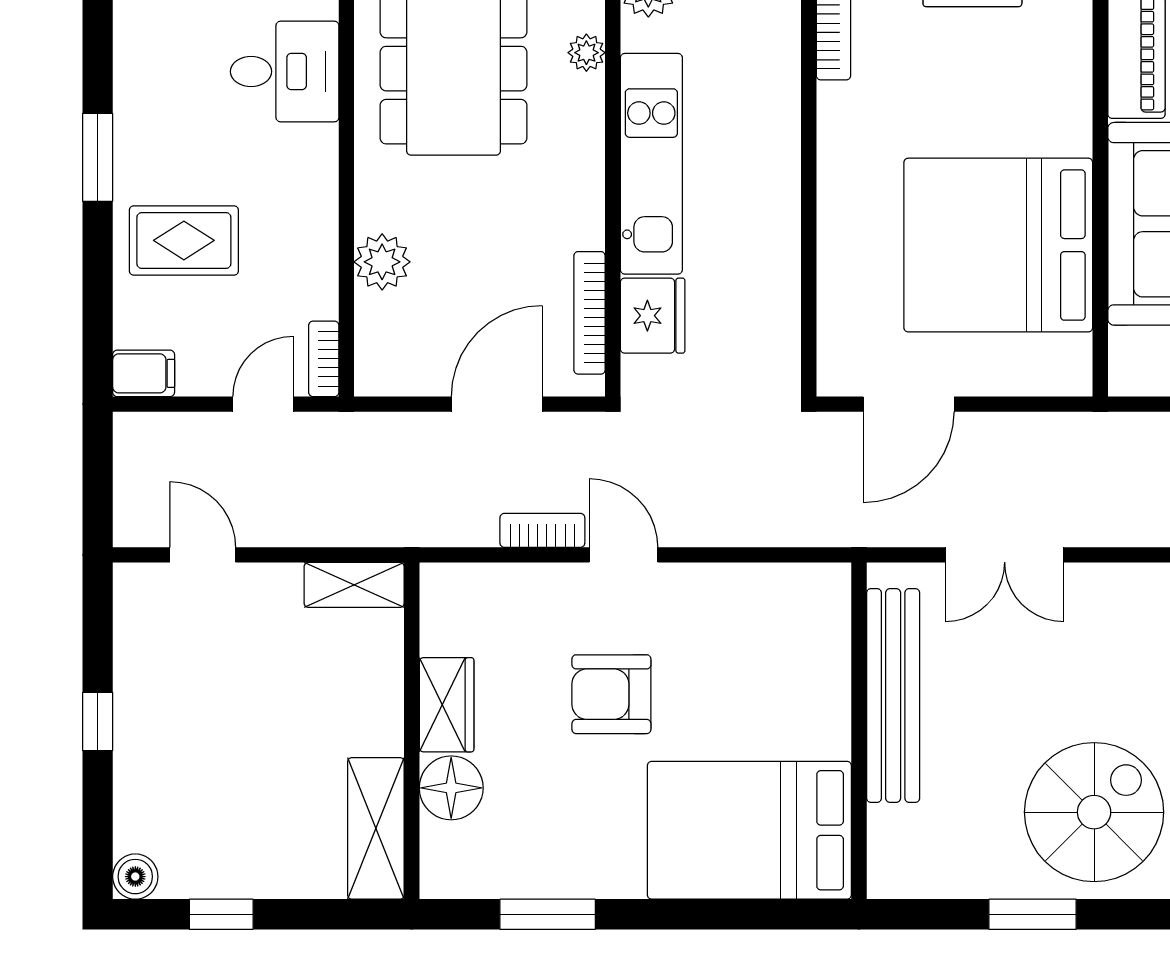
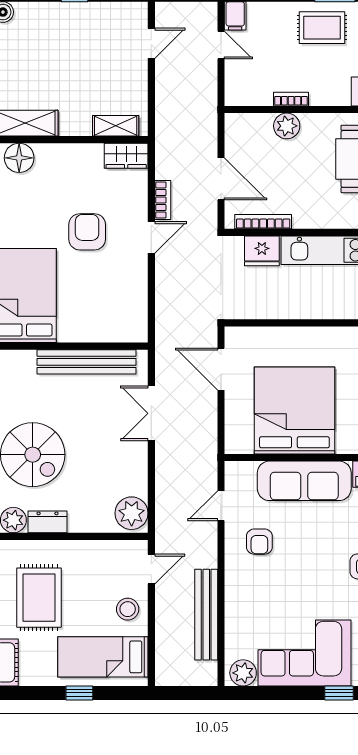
rug: (184, 240) -> (322, 28), moved, turned 90
bookcase: (324, 359) -> (291, 99), moved
door: (263, 404) -> (221, 45), moved
shelving: (354, 585) -> (116, 126), moved, turned 90
wardrobe: (447, 705) -> (126, 156), moved
floor lamp: (451, 788) -> (19, 158), moved

